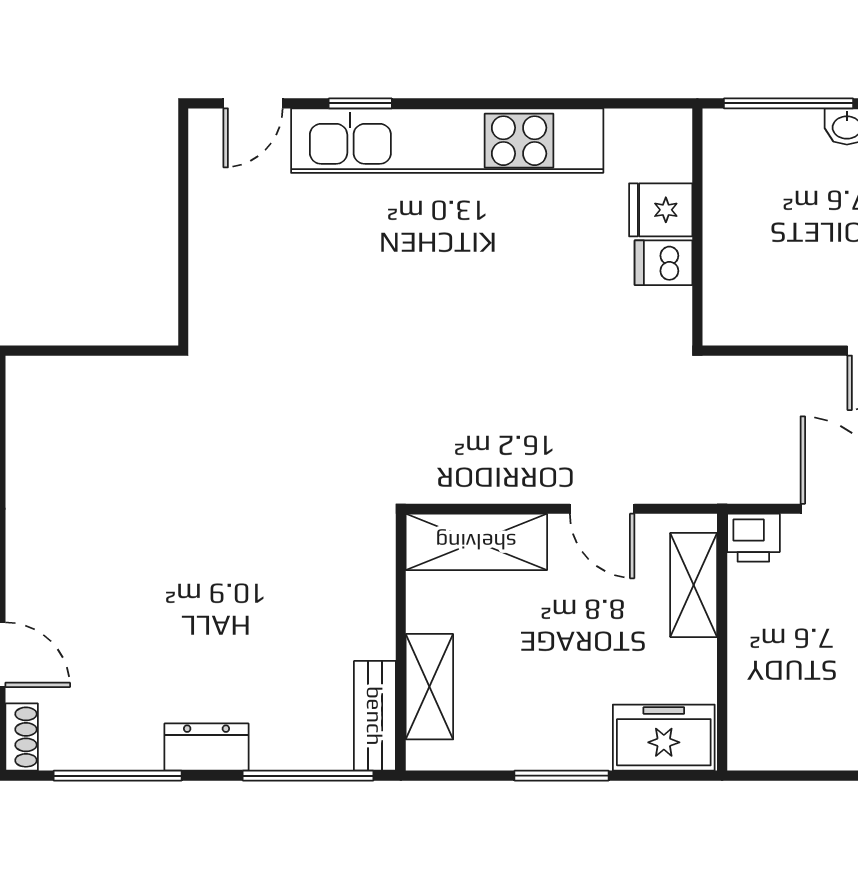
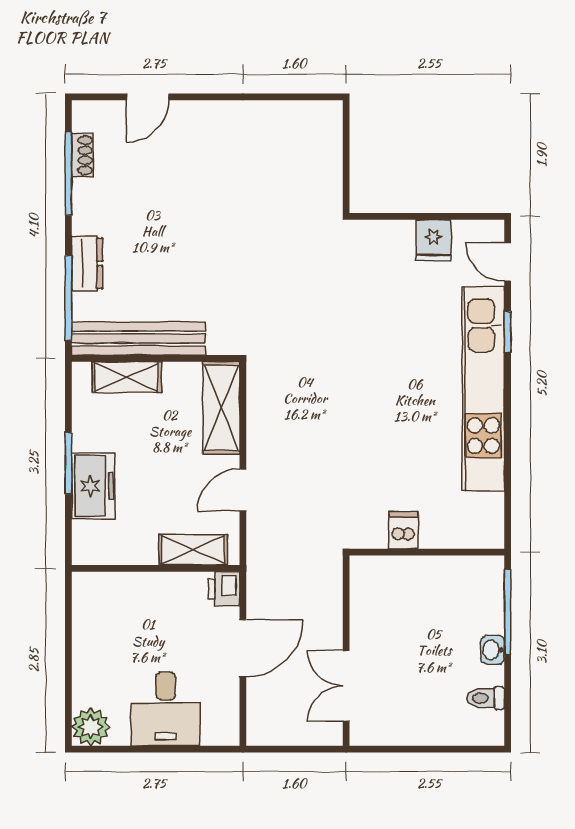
fridge: (661, 210) -> (433, 240), moved, turned 180
bench: (375, 716) -> (138, 339), width x1.86, depth x1.21
shoe rack: (22, 737) -> (82, 155), moved, turned -90
freezer: (664, 738) -> (93, 486), moved
dresser: (207, 747) -> (87, 263), moved

